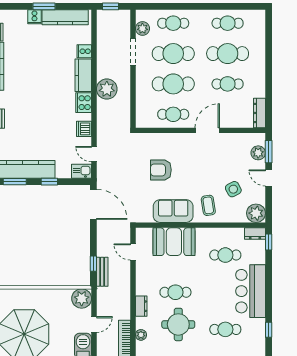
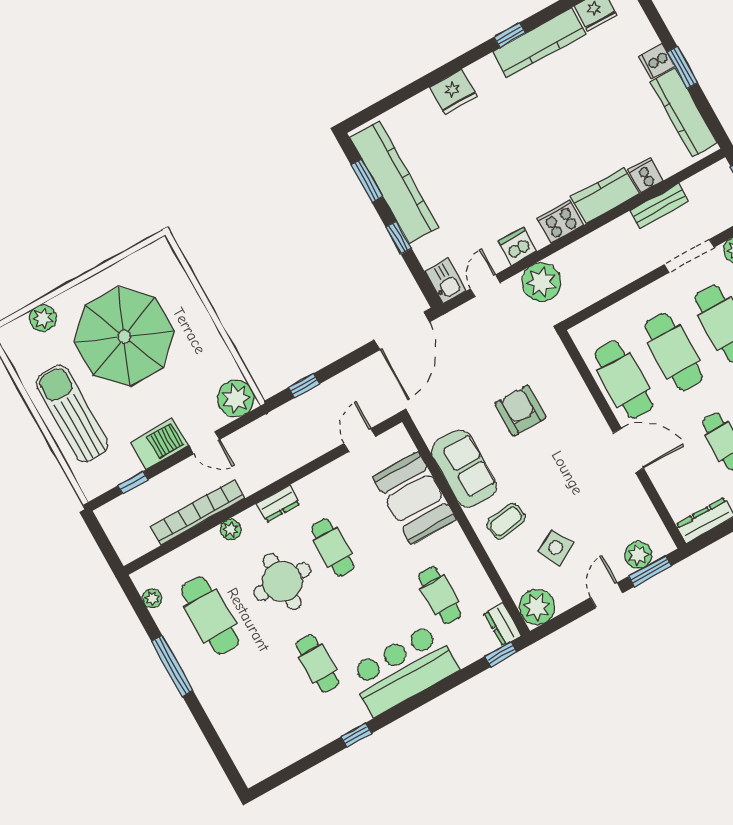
plant: (107, 89) -> (541, 282), moved
cafe table: (173, 114) -> (624, 380), width x1.37, depth x1.35
bench: (102, 272) -> (659, 206), moved

